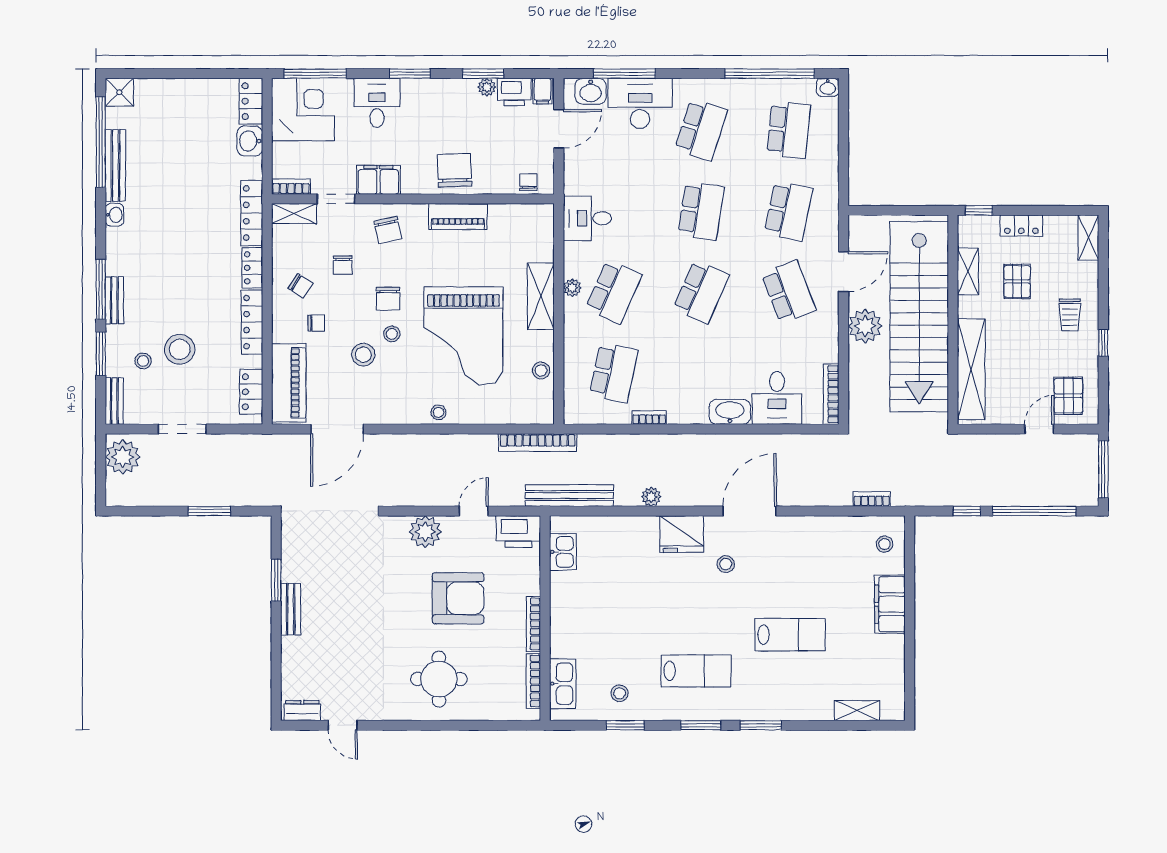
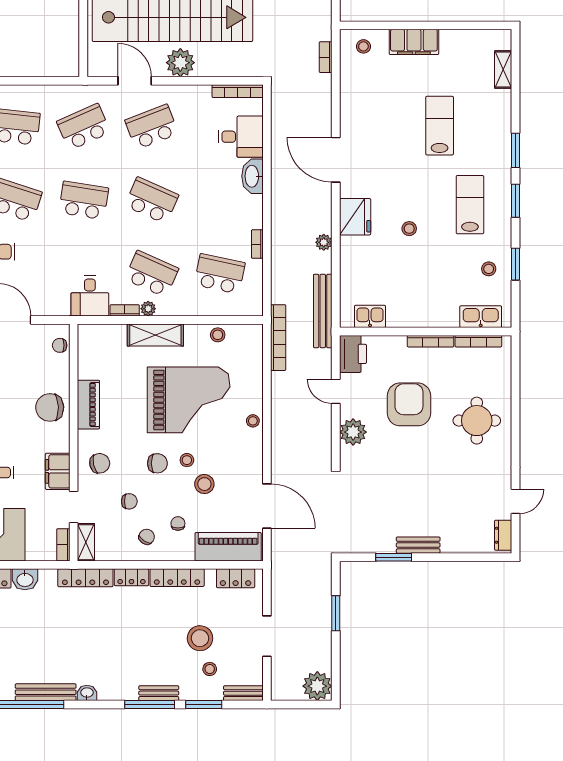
school desk: (789, 211) -> (84, 127), turned -36
bookcase: (570, 260) -> (125, 310), added
plant: (123, 457) -> (317, 686), moved
stool: (726, 564) -> (409, 229), moved

